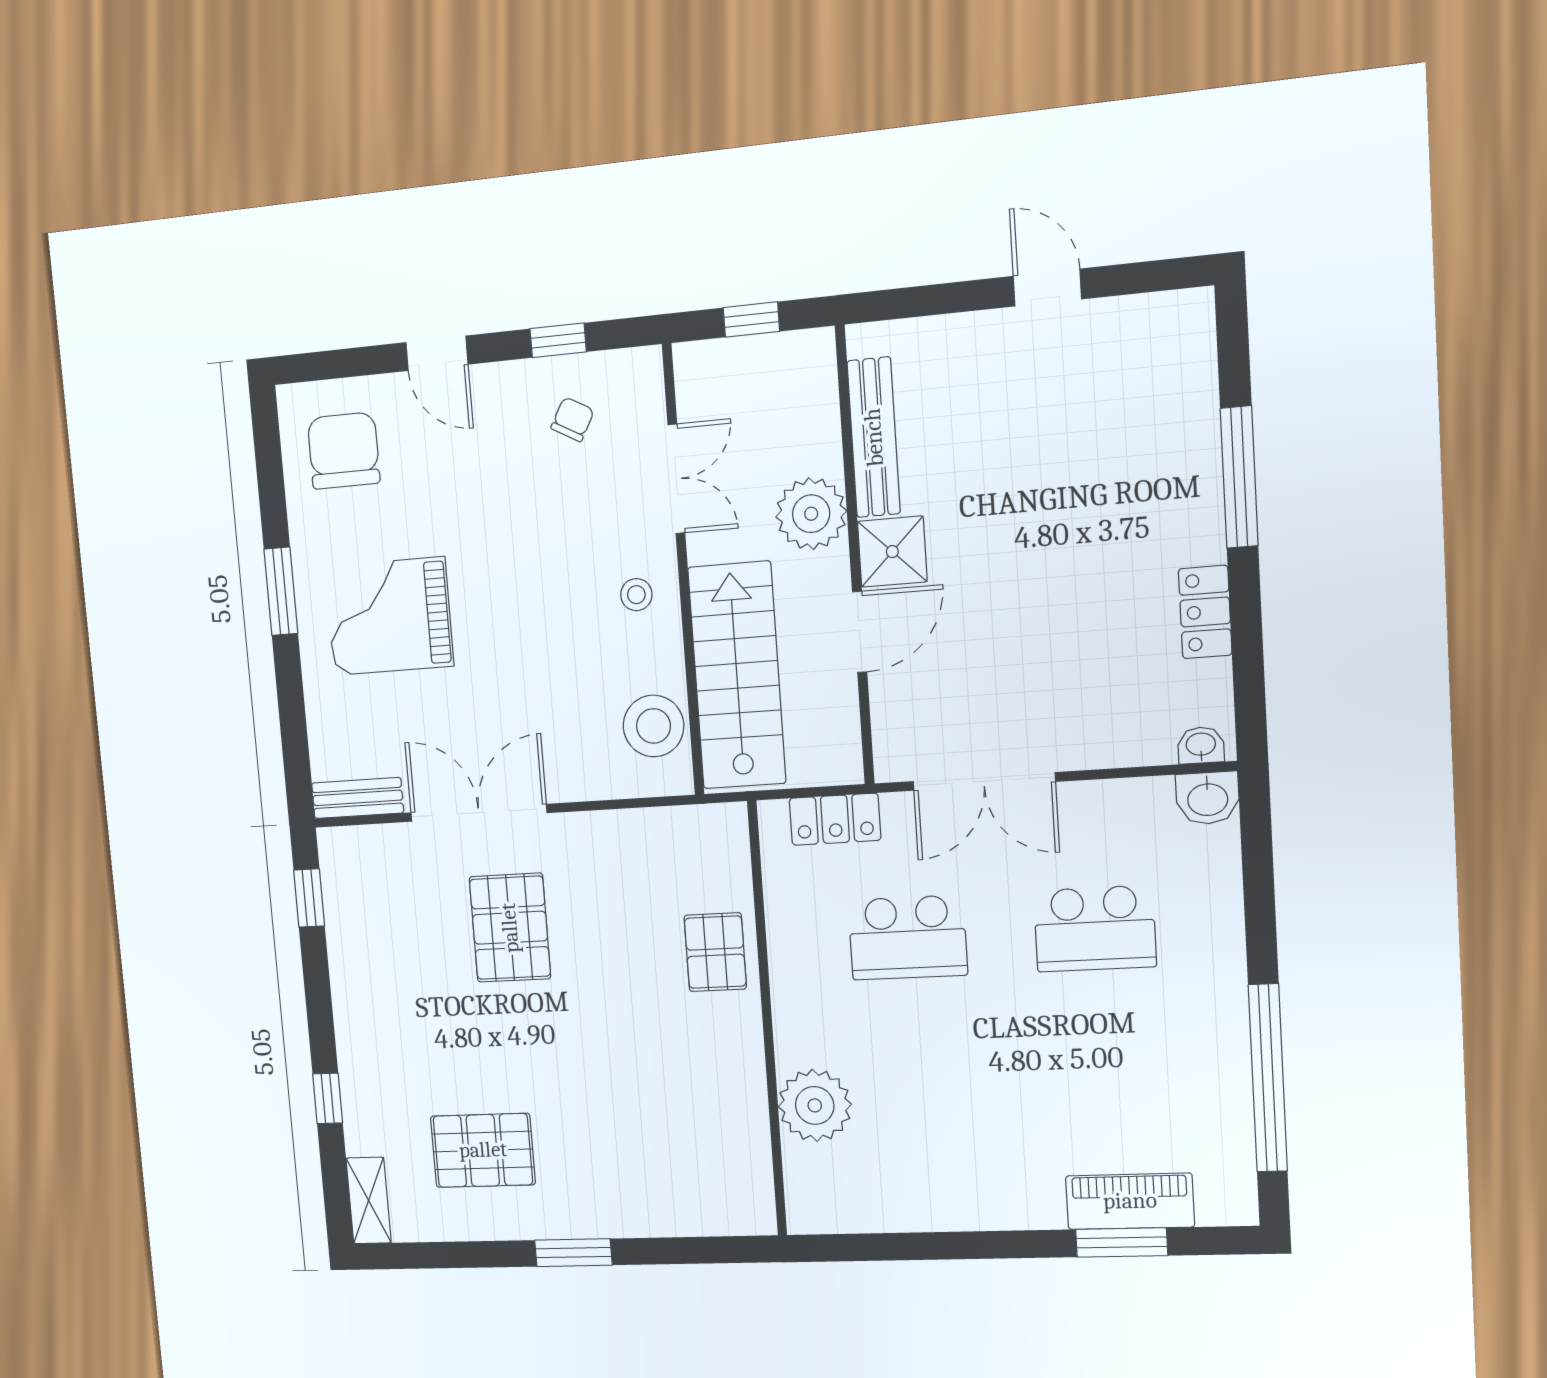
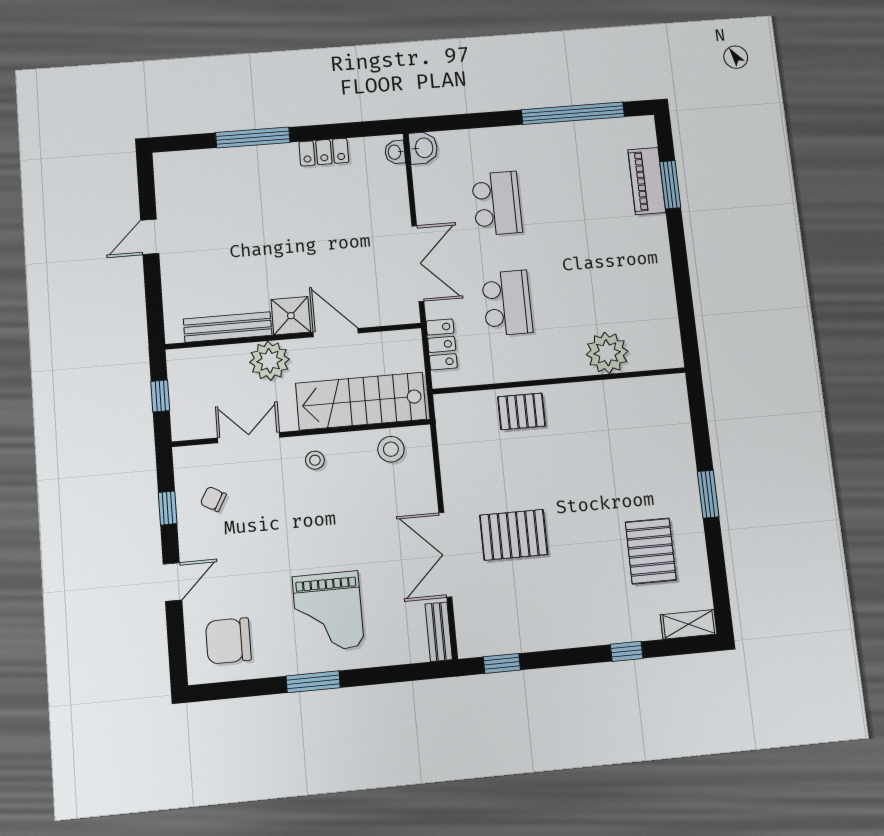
stool: (654, 726) -> (391, 449), width x0.73, depth x0.73

